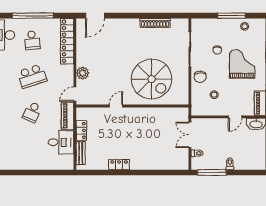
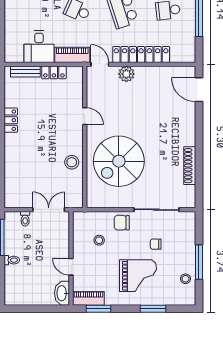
locker: (67, 41) -> (141, 55), moved
stool: (152, 116) -> (72, 162), added

